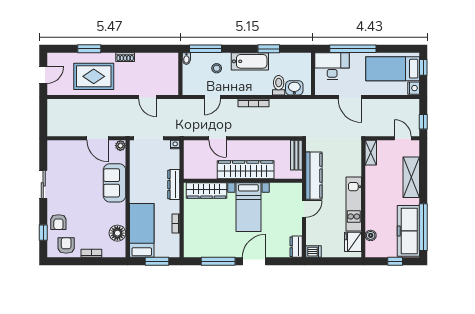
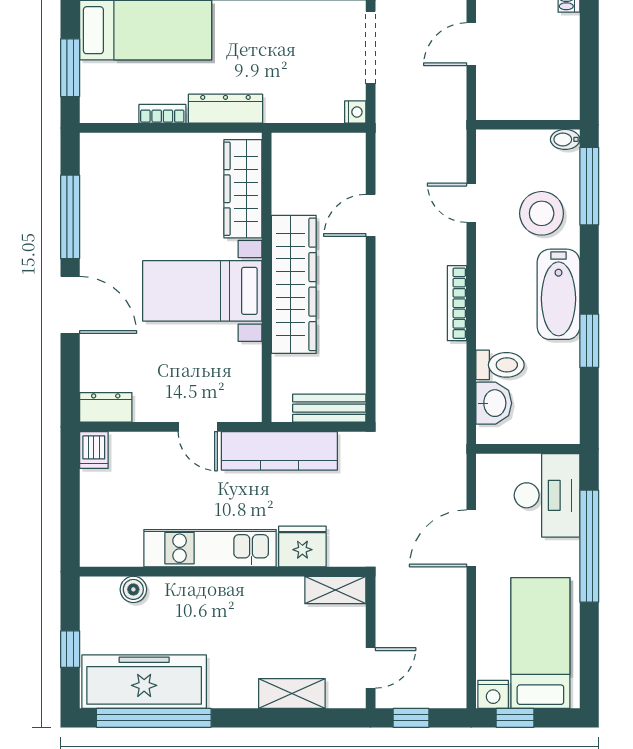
window: (423, 67) -> (515, 718), moved
stool: (217, 68) -> (542, 213), width x1.89, depth x1.89
shelving: (411, 177) -> (292, 693), width x0.67, depth x0.75
dresser: (174, 185) -> (225, 109), moved
fridge: (353, 242) -> (302, 546), moved

